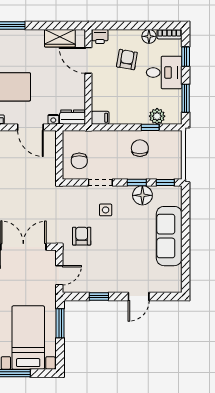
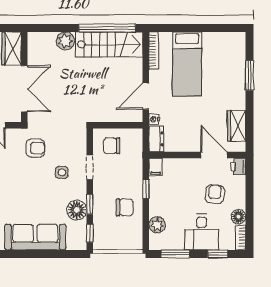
door: (88, 60) -> (214, 155), hinge flipped
armchair: (127, 60) -> (215, 194), turned -95
window: (150, 127) -> (146, 189), moved

